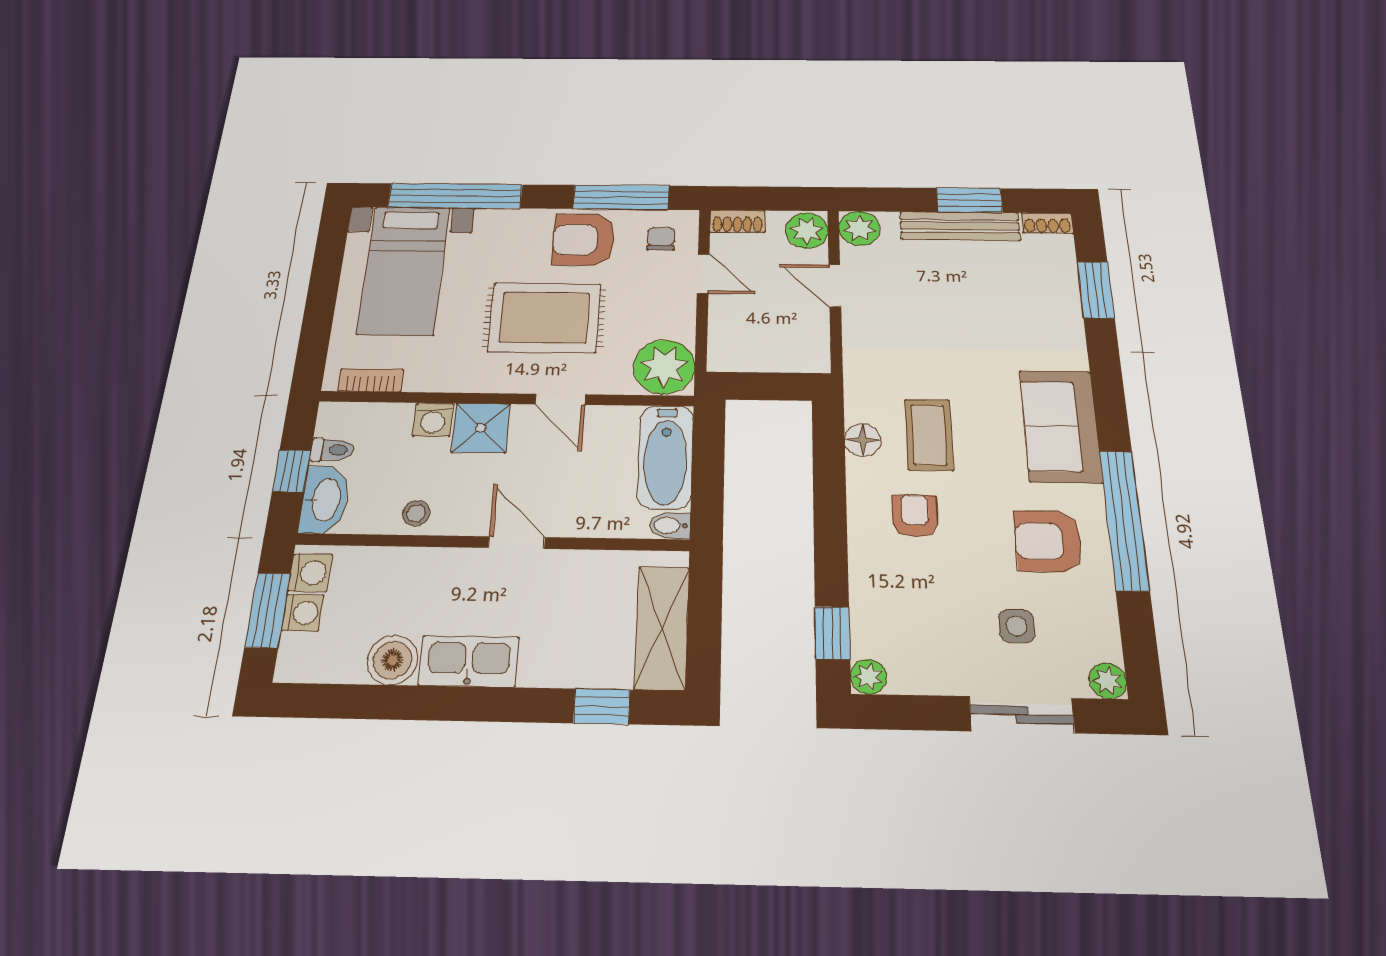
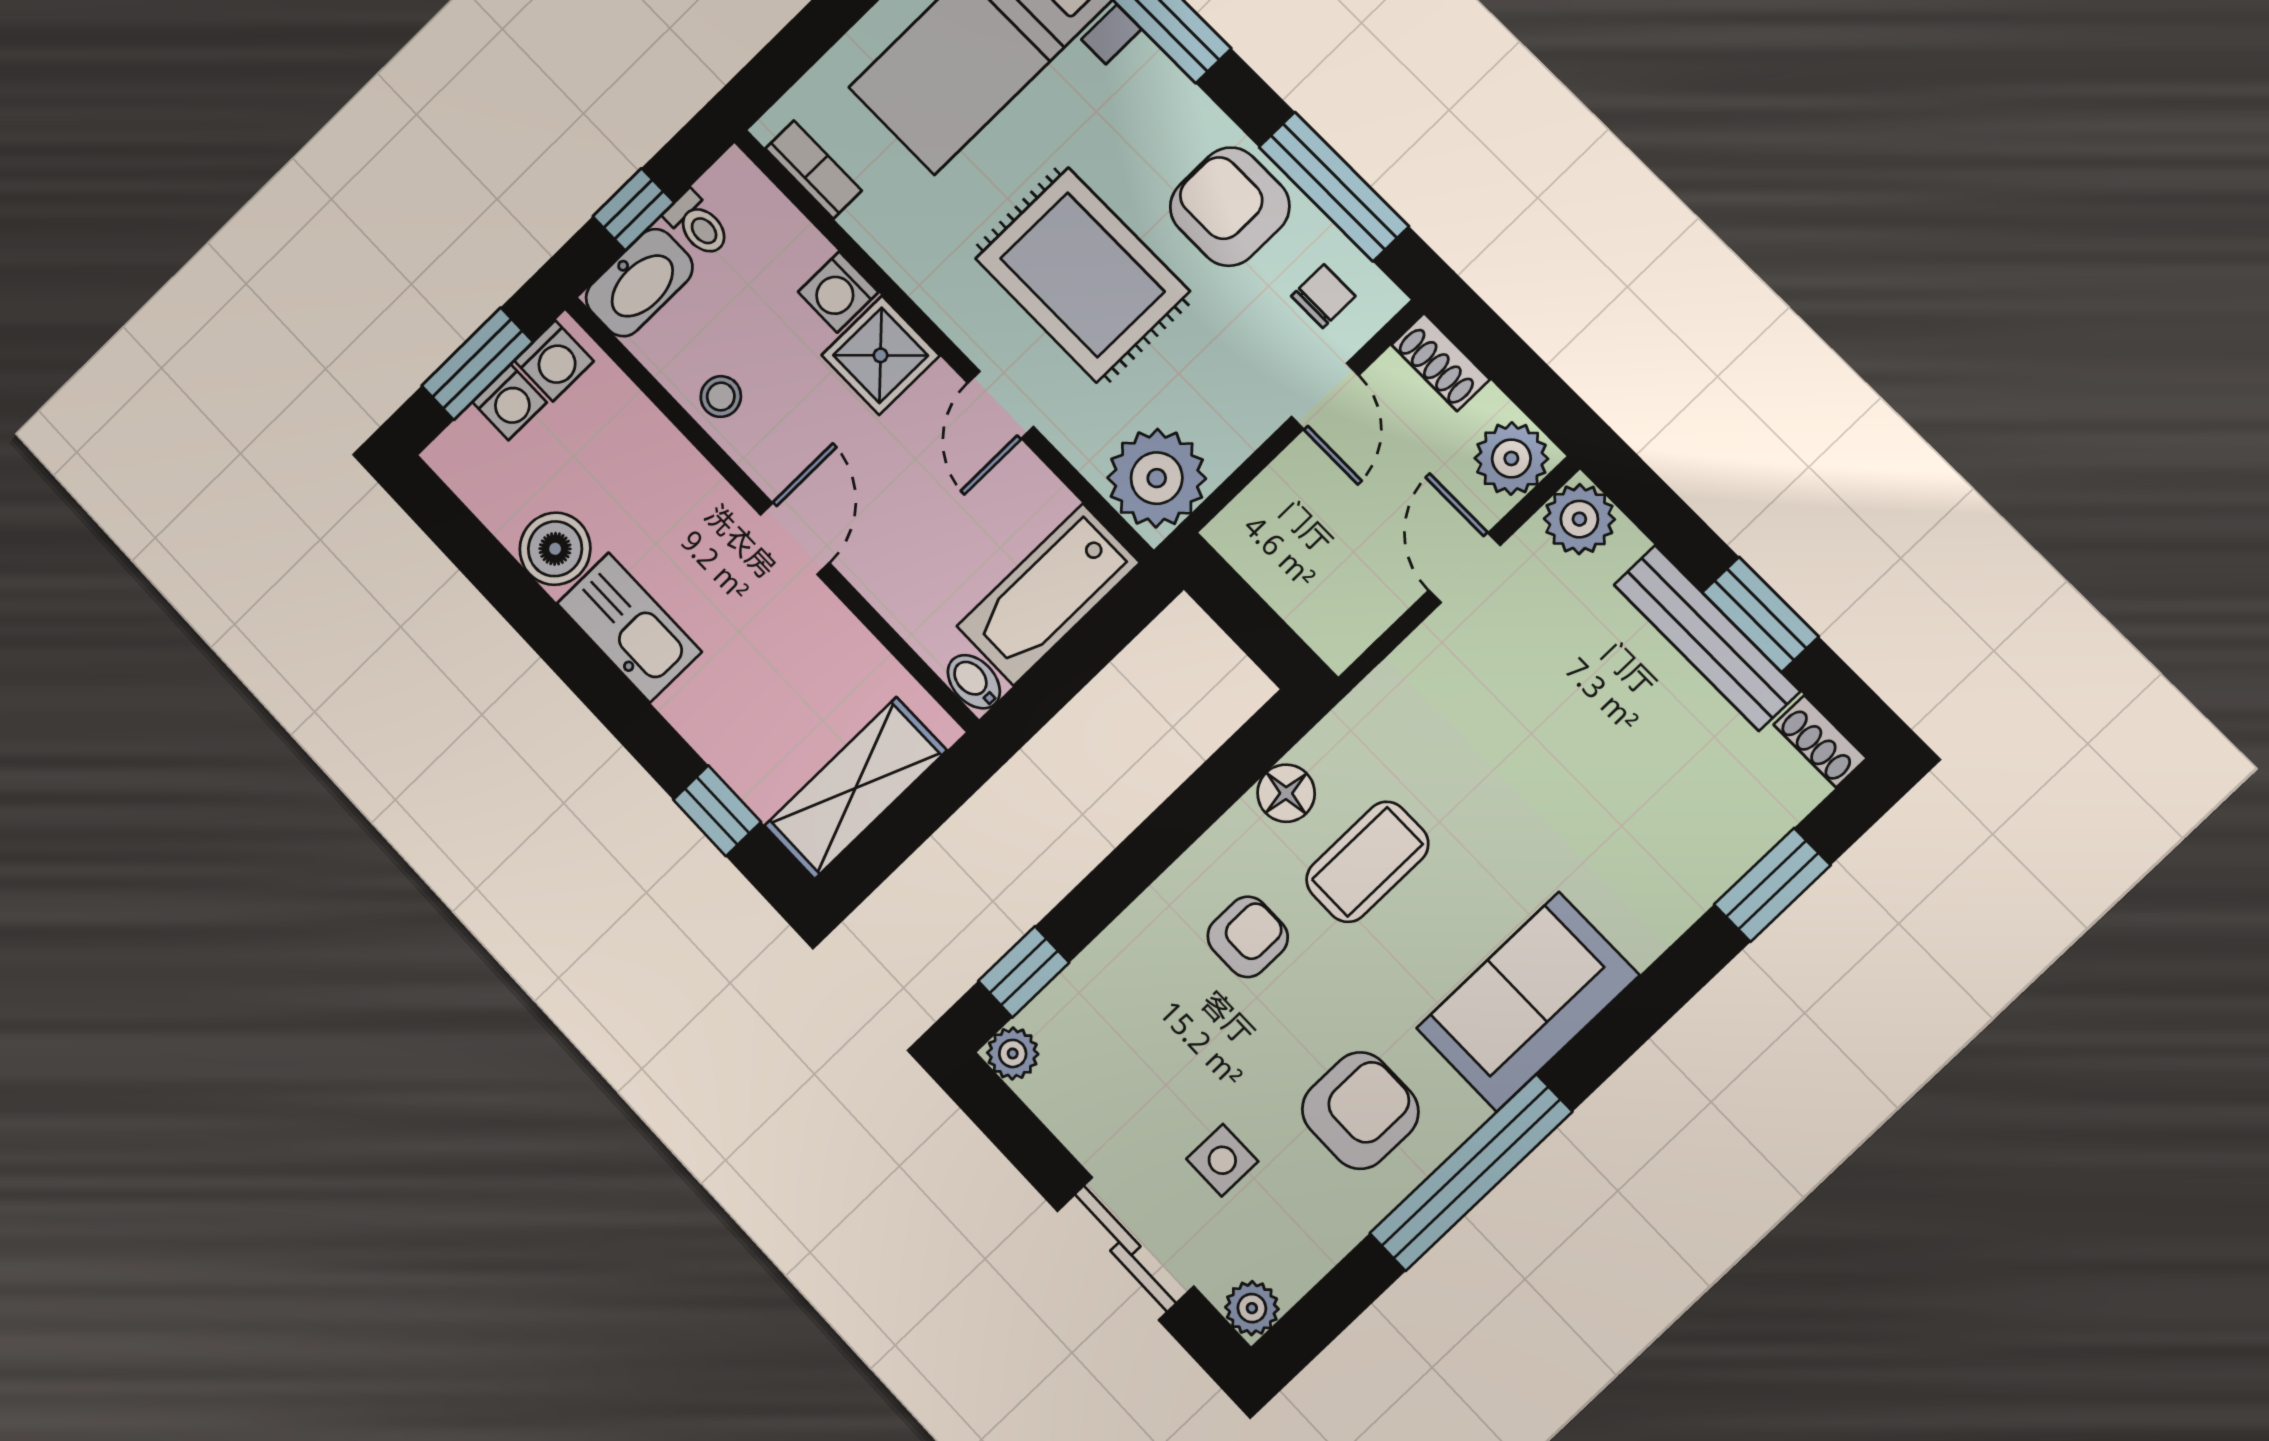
armchair: (1048, 541) -> (1360, 1111), turned 90

